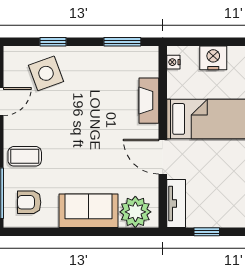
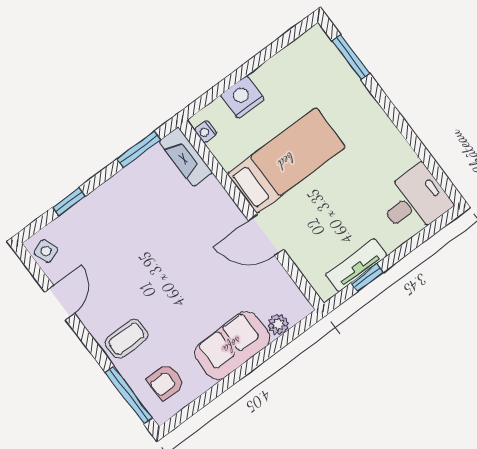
side table: (46, 73) -> (46, 251), moved, width x0.54, depth x0.54
fireplace: (149, 101) -> (186, 157), moved
tv unit: (176, 204) -> (356, 265), moved, turned -90
plant: (135, 212) -> (278, 324), width x0.53, depth x0.53

